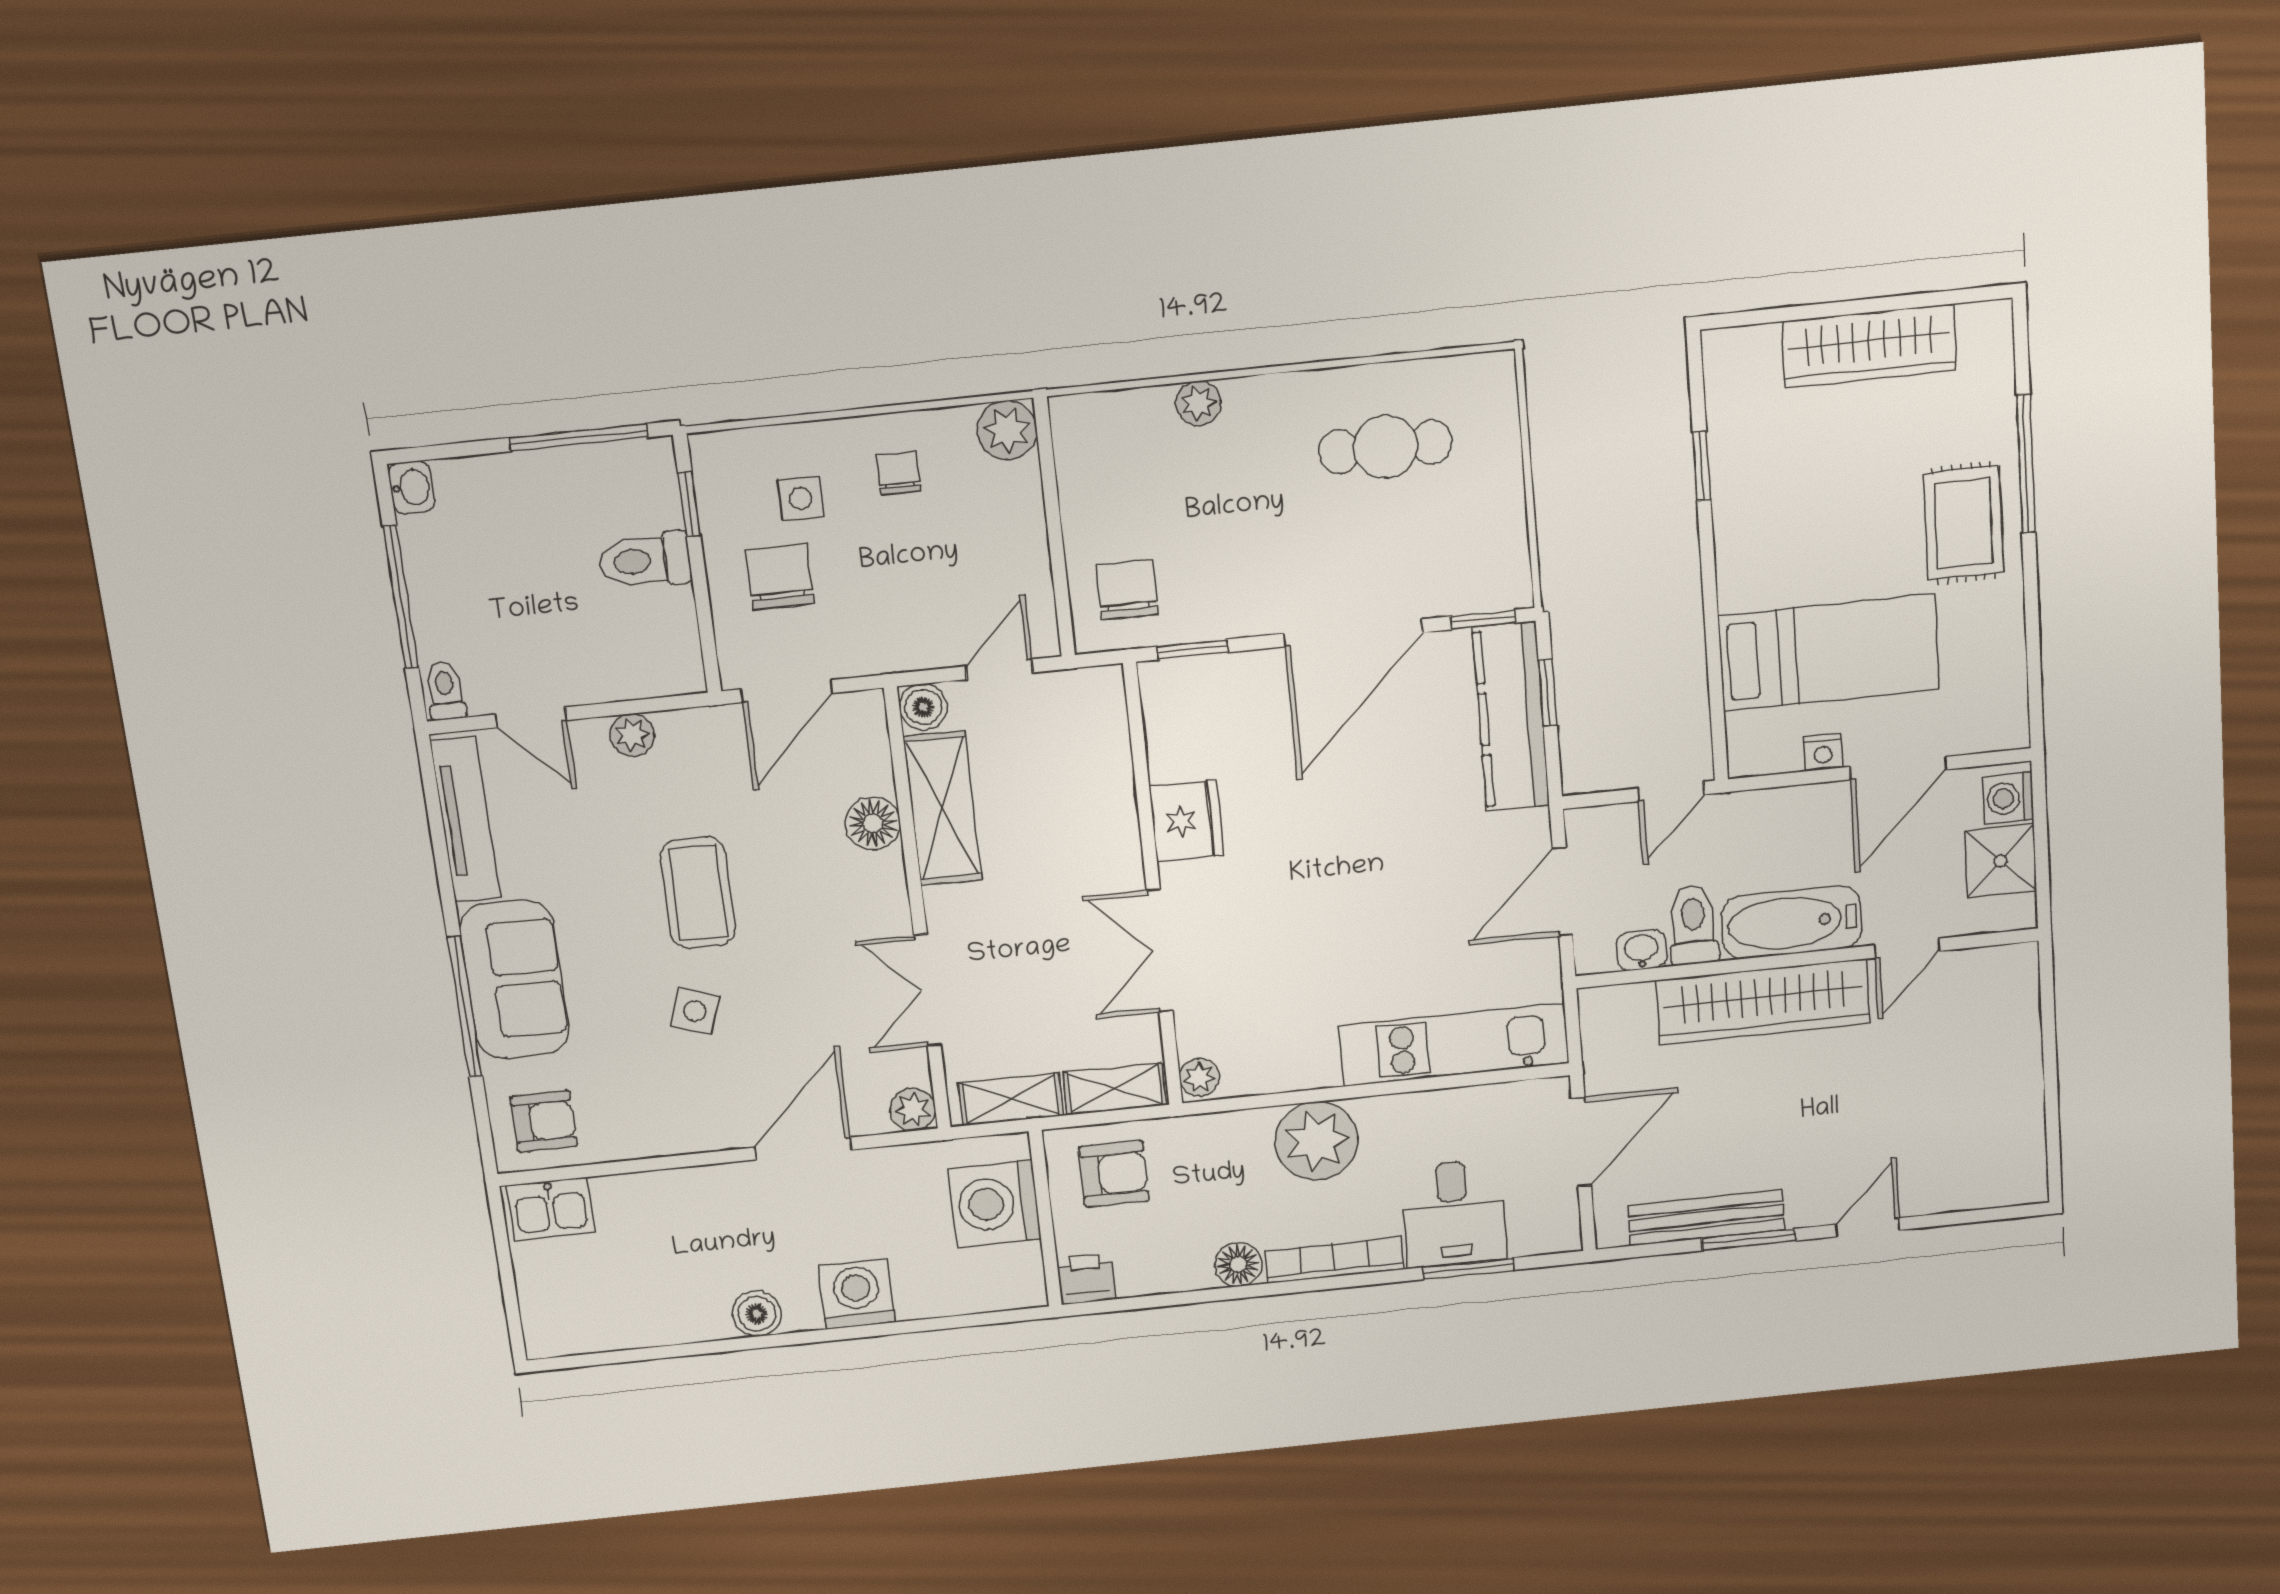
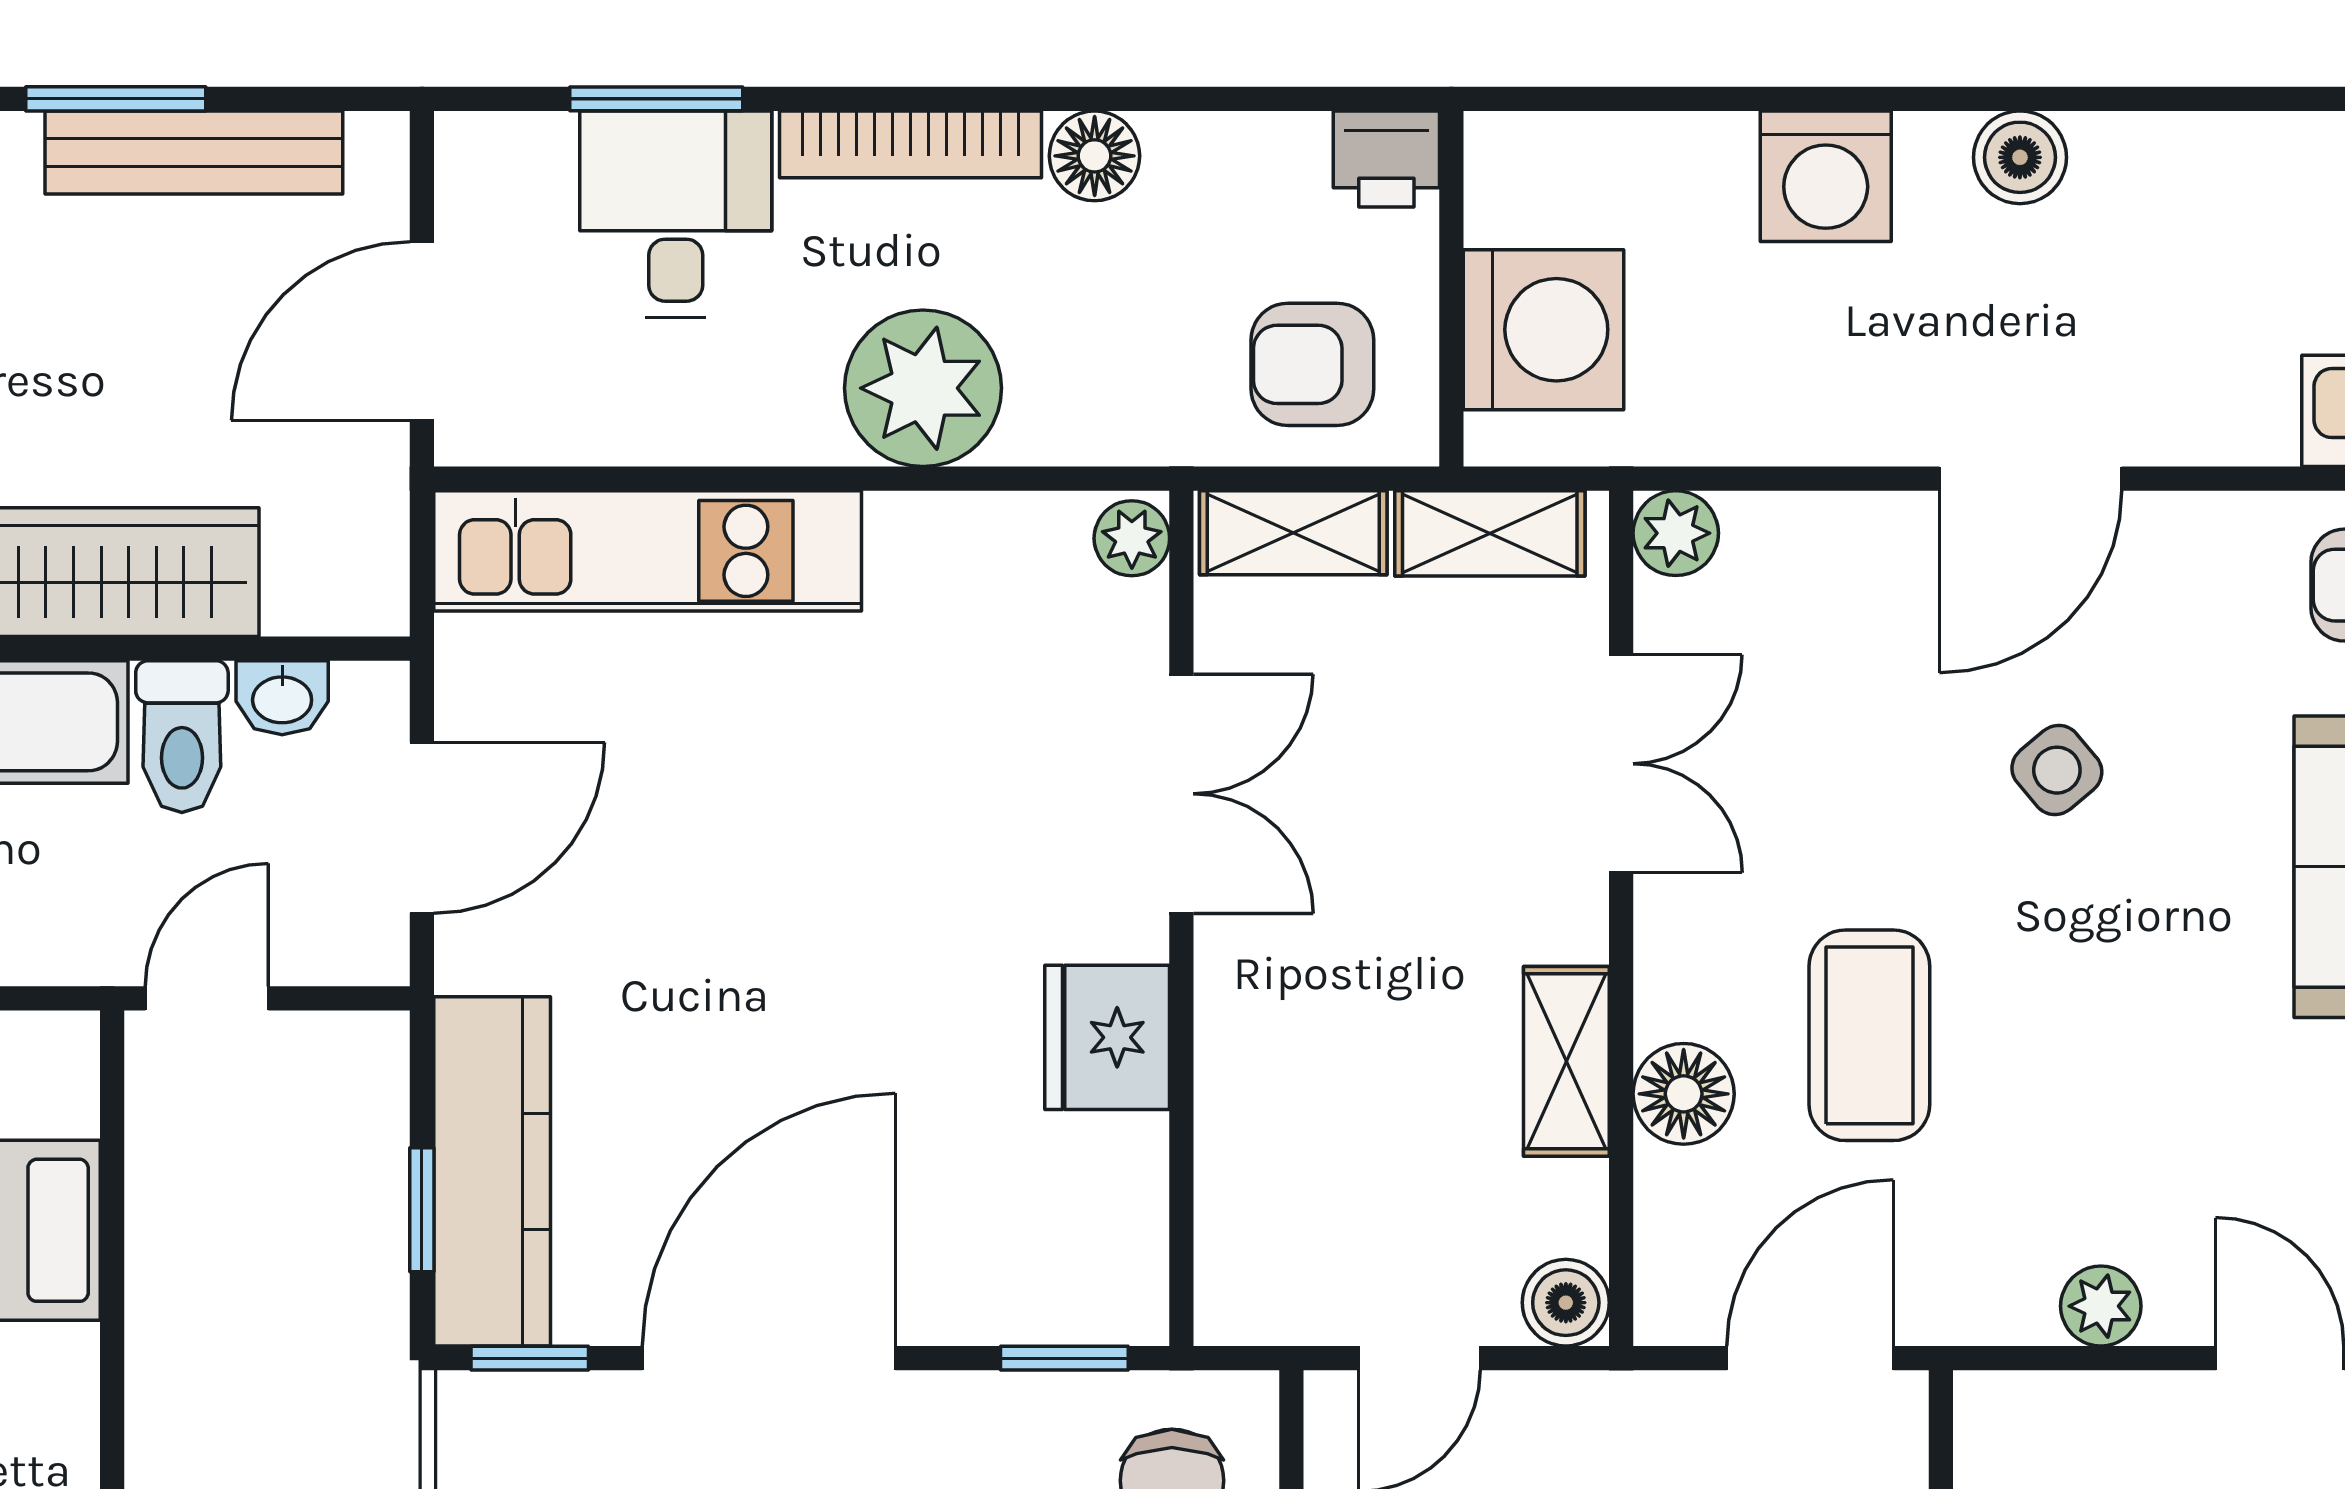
shelving: (943, 808) -> (1566, 1061), width x0.67, depth x0.75
coffee table: (698, 893) -> (1869, 1035), moved
side table: (695, 1011) -> (2057, 770), turned 31
door: (803, 1149) -> (2031, 479), moved

